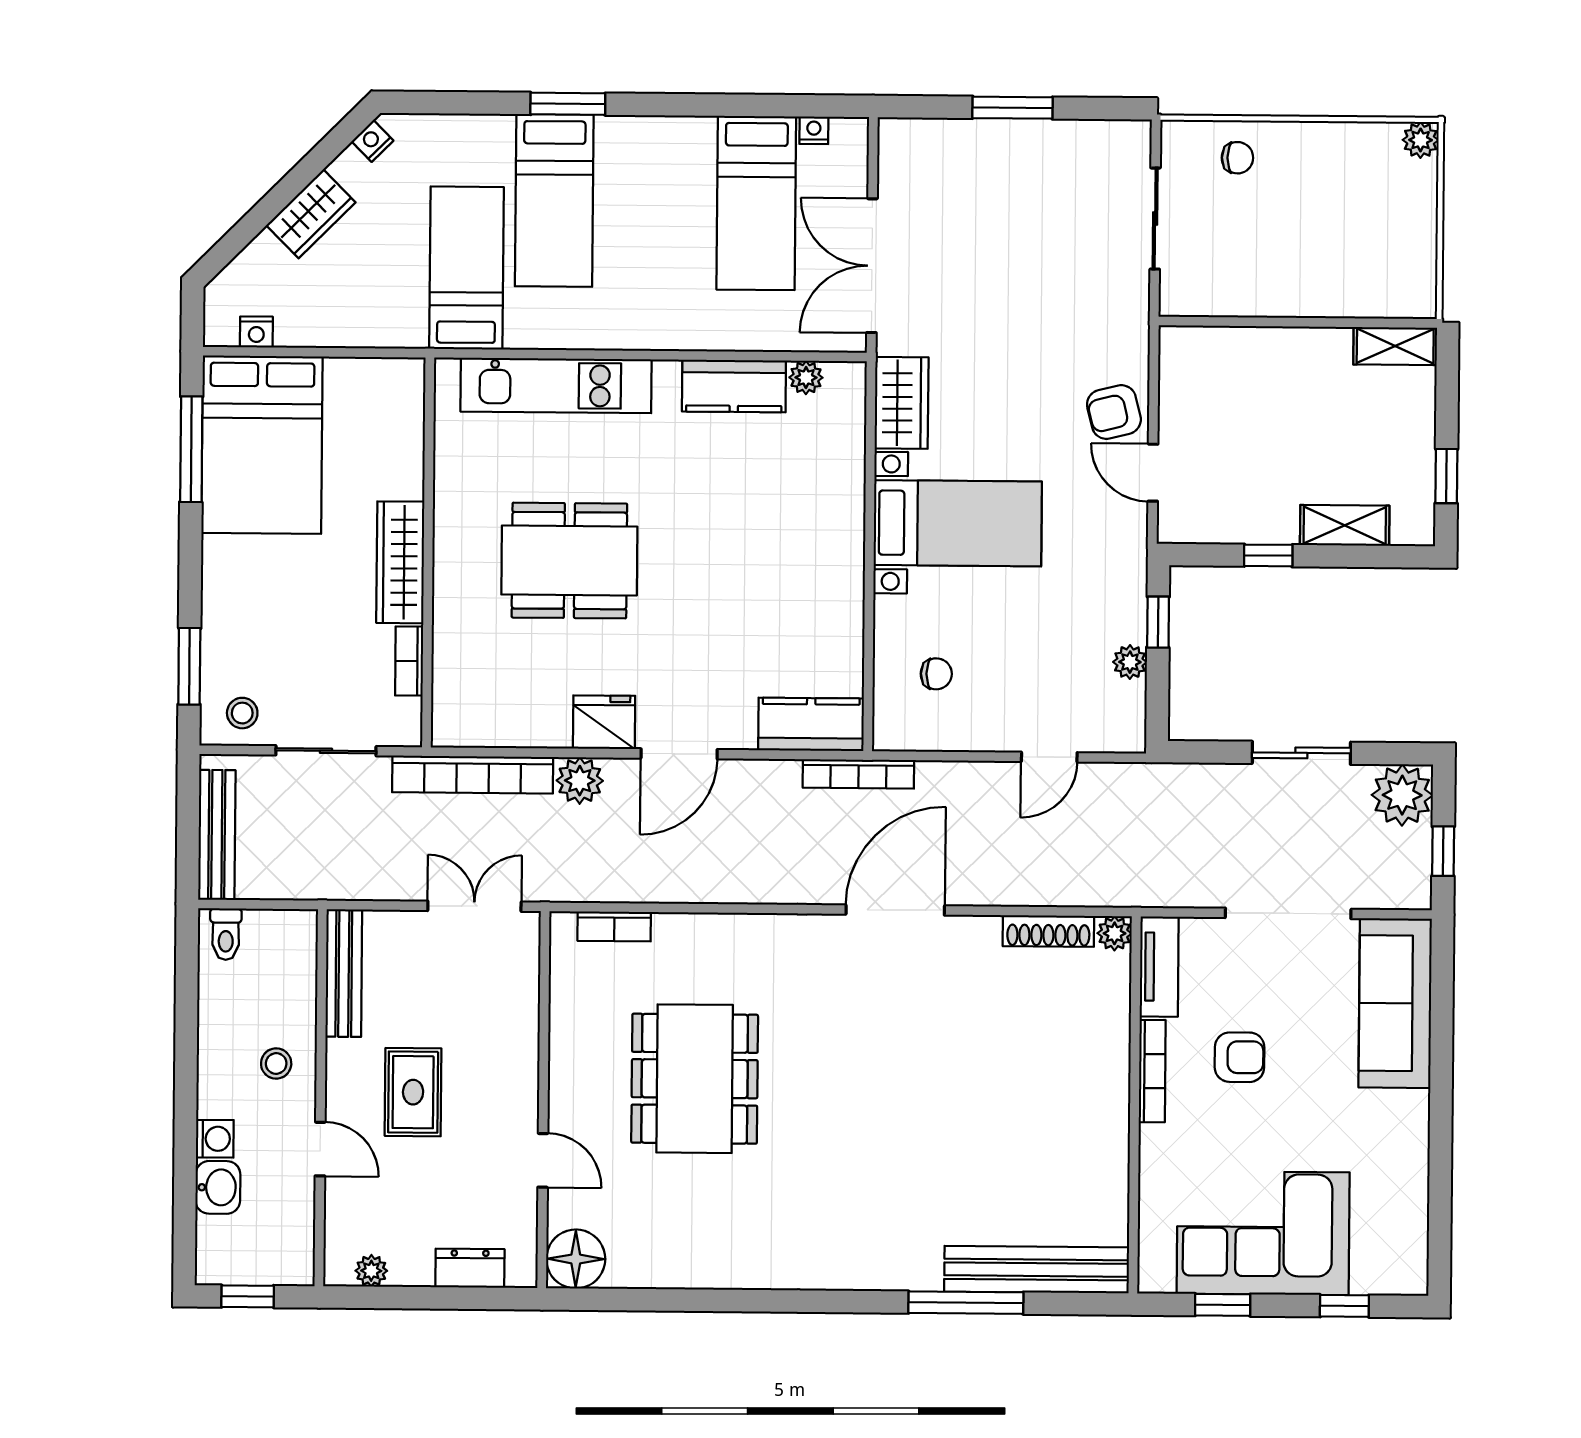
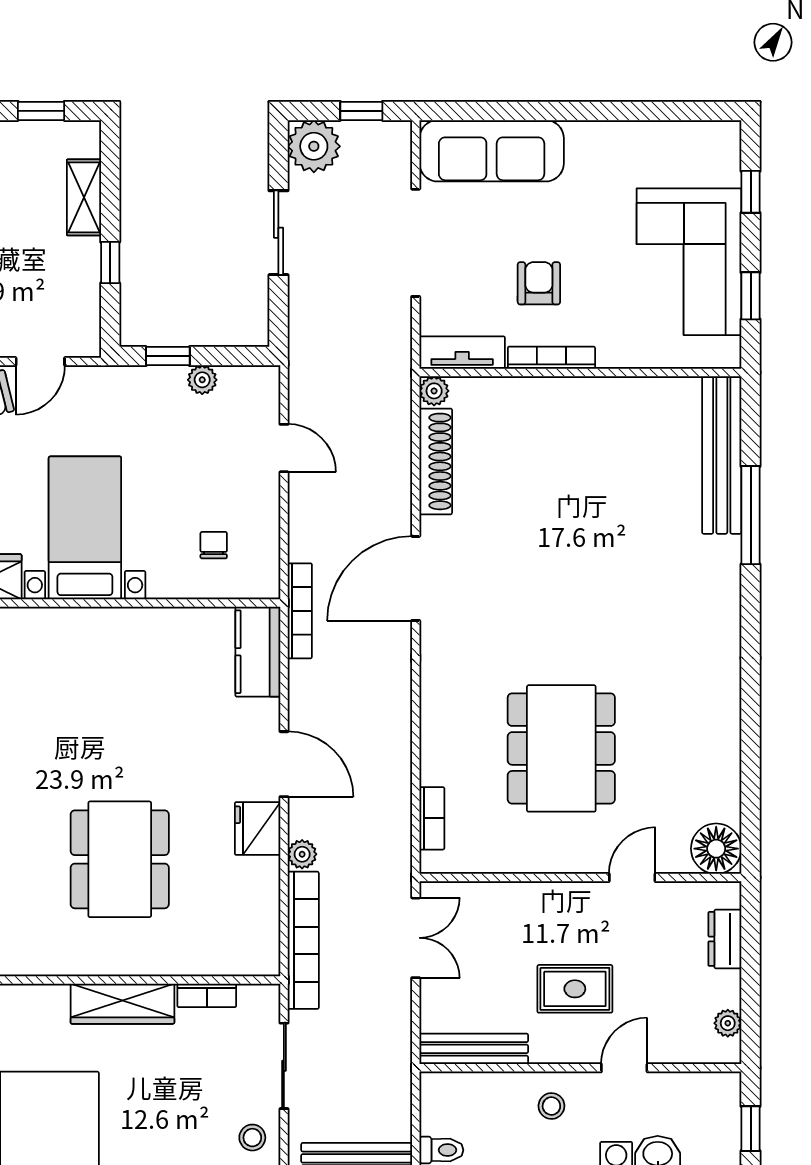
plant: (580, 781) -> (302, 854), width x0.73, depth x0.73
double door: (474, 906) -> (416, 938), swing flipped
door: (895, 910) -> (416, 578), hinge flipped
shoe rack: (1048, 931) -> (436, 461), width x1.36, depth x1.24
dining table: (695, 1079) -> (561, 748), turned 90

